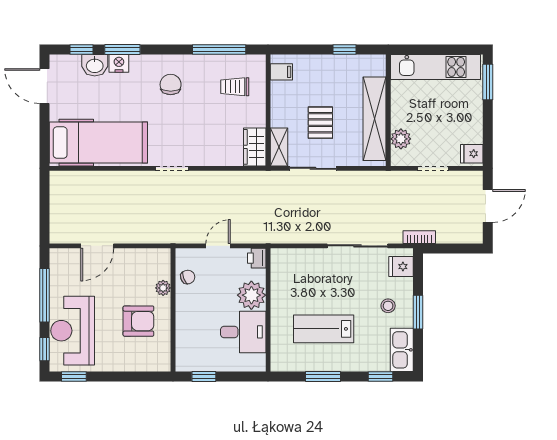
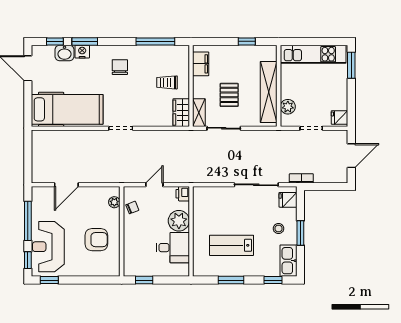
filing cabinet: (281, 72) -> (201, 64), width x2.00
trolley: (235, 87) -> (167, 82), moved
plant: (163, 288) -> (114, 202), moved

